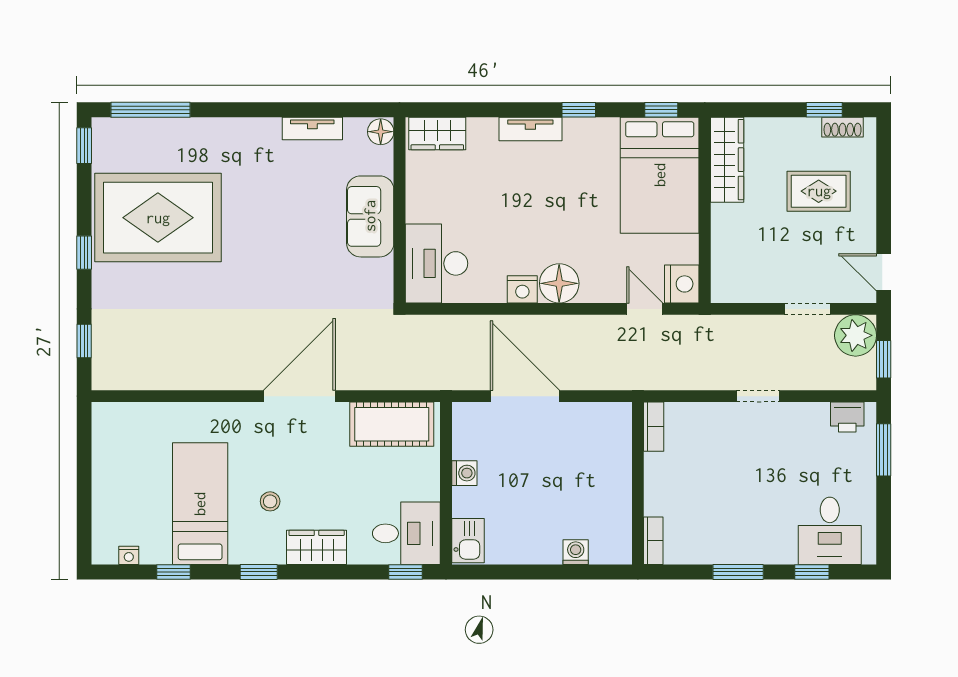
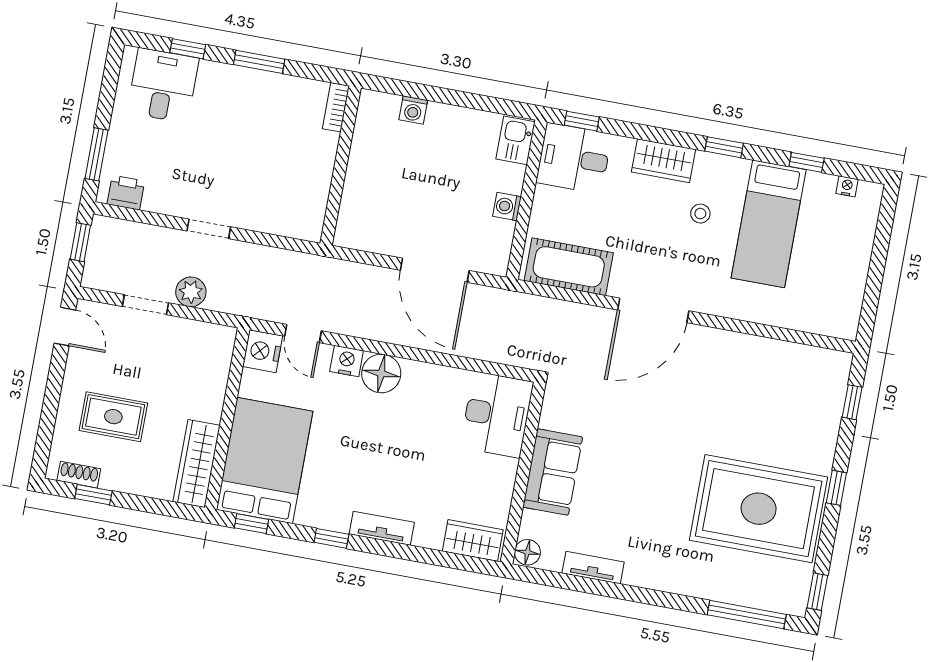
nightstand: (522, 289) -> (347, 361), moved
plant: (856, 335) -> (191, 292), moved, width x0.73, depth x0.73
bookcase: (654, 427) -> (315, 218), removed

